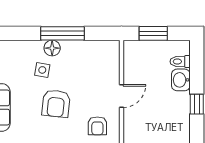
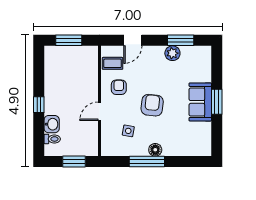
side table: (42, 70) -> (128, 131), moved

